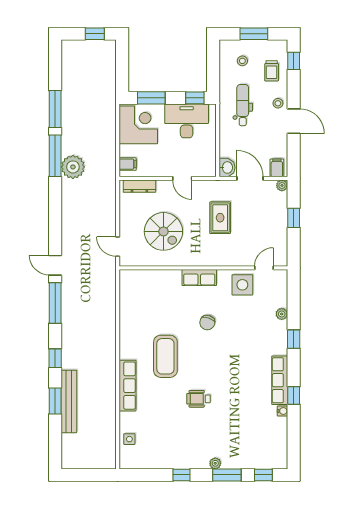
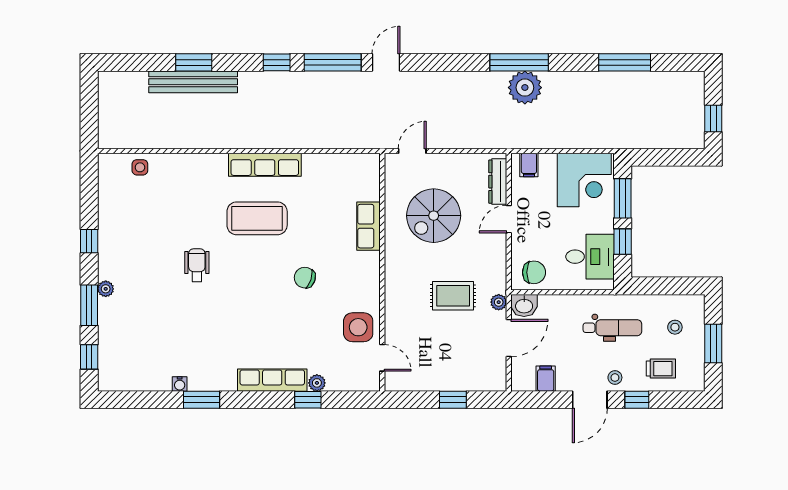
window: (294, 61) -> (637, 400), moved
trolley: (272, 71) -> (661, 369), turned 180
window: (195, 98) -> (623, 242), moved
window: (55, 109) -> (625, 62), moved
desk: (187, 121) -> (590, 257), width x0.73
window: (55, 156) -> (519, 62), moved
chair: (204, 161) -> (534, 272), added
filing cabinet: (277, 168) -> (546, 379), moved, turned -90
door: (182, 178) -> (509, 219), moved
plant: (282, 185) -> (499, 302), moved
row of seats: (199, 277) -> (369, 226), moved
window: (294, 339) -> (308, 400), moved
window: (55, 358) -> (277, 62), moved
row of seats: (280, 380) -> (272, 380), moved
row of seats: (127, 386) -> (265, 165), moved
window: (294, 395) -> (202, 400), width x1.50

